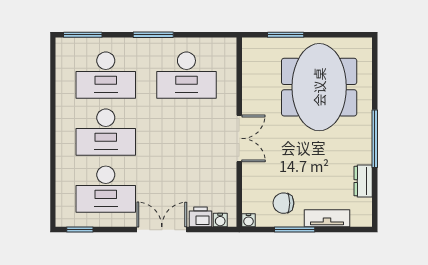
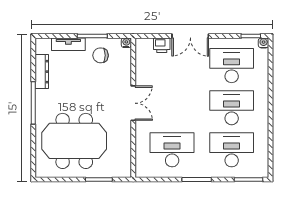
meeting table: (319, 87) -> (74, 141), turned 90
double door: (239, 138) -> (133, 103), swing flipped
dresser: (363, 181) -> (42, 72), width x1.44
chair: (283, 203) -> (101, 55), turned 180
water cooler: (220, 220) -> (264, 43), moved

